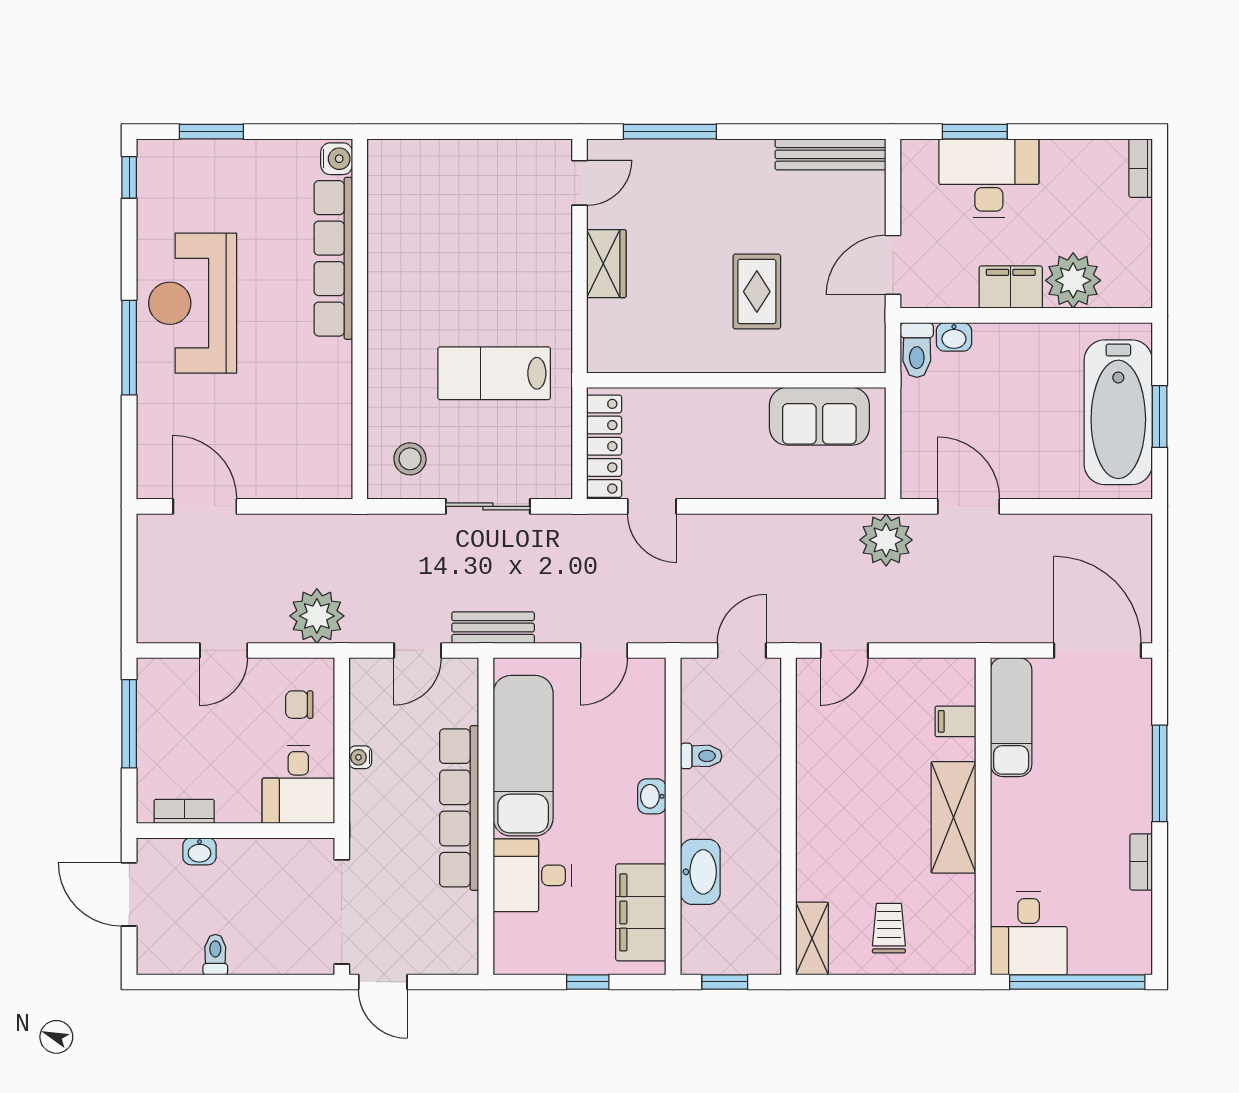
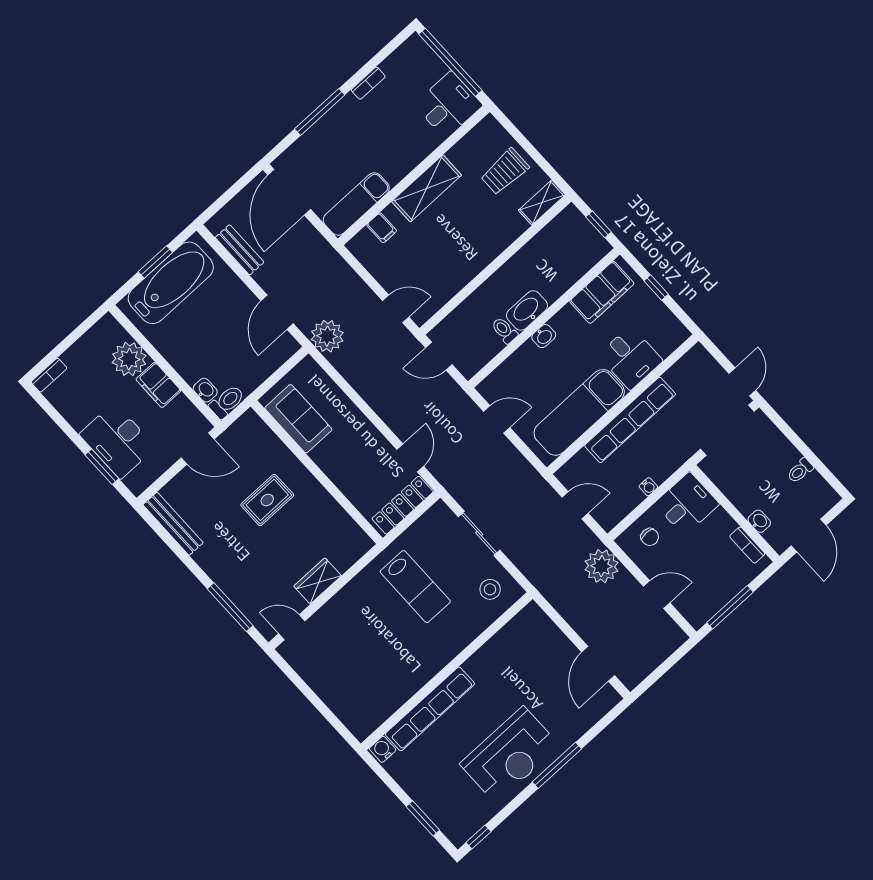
bench: (493, 628) -> (240, 250), moved
washbasin: (700, 872) -> (527, 310), moved
trolley: (889, 928) -> (505, 172), width x1.36, depth x1.39

